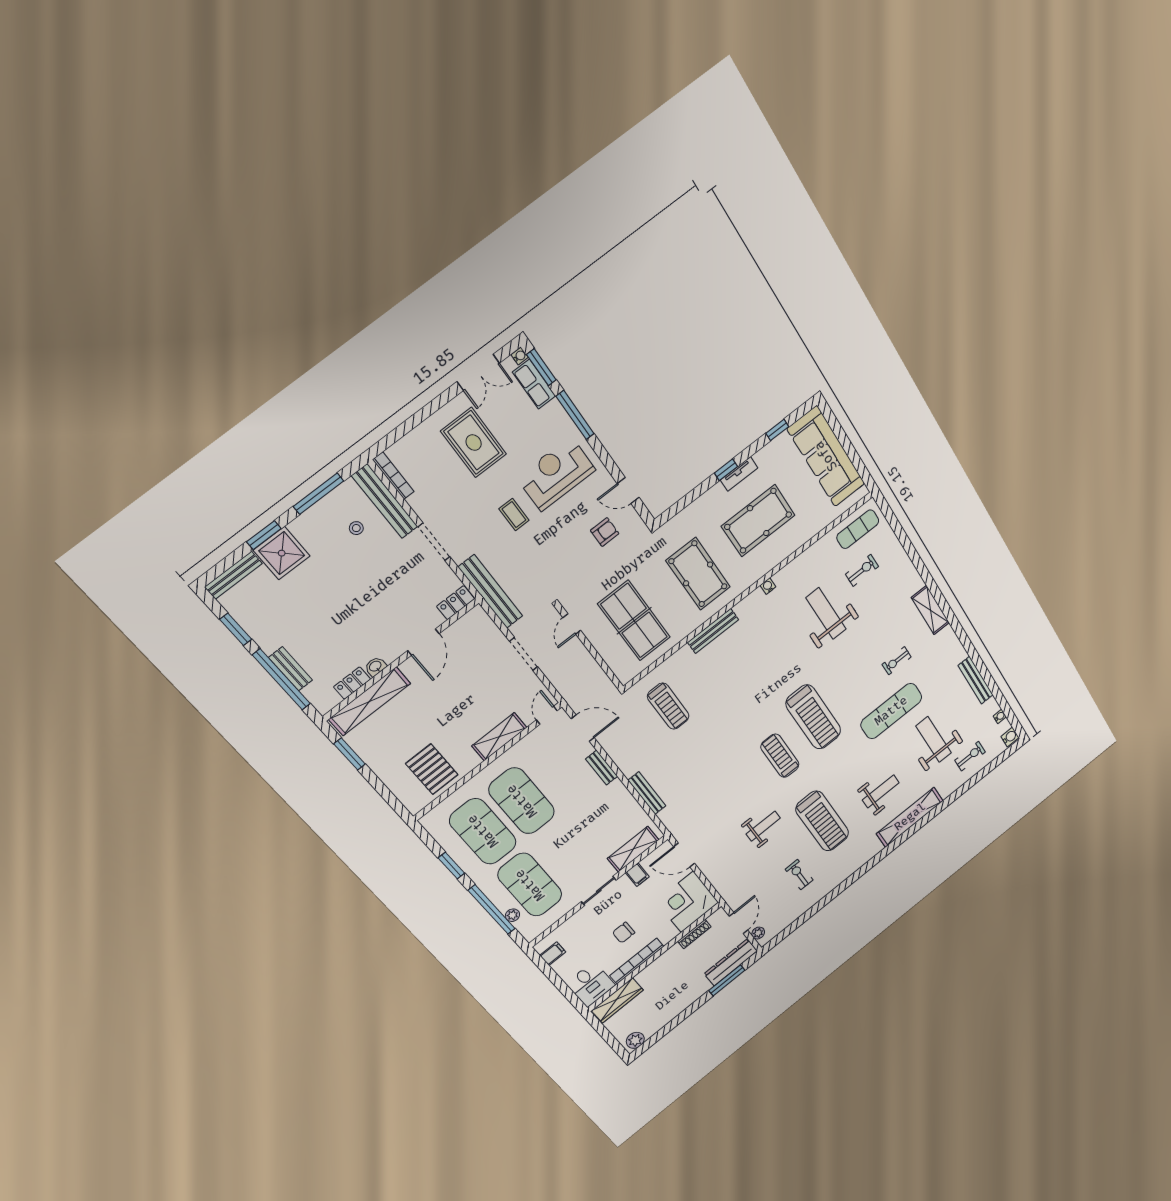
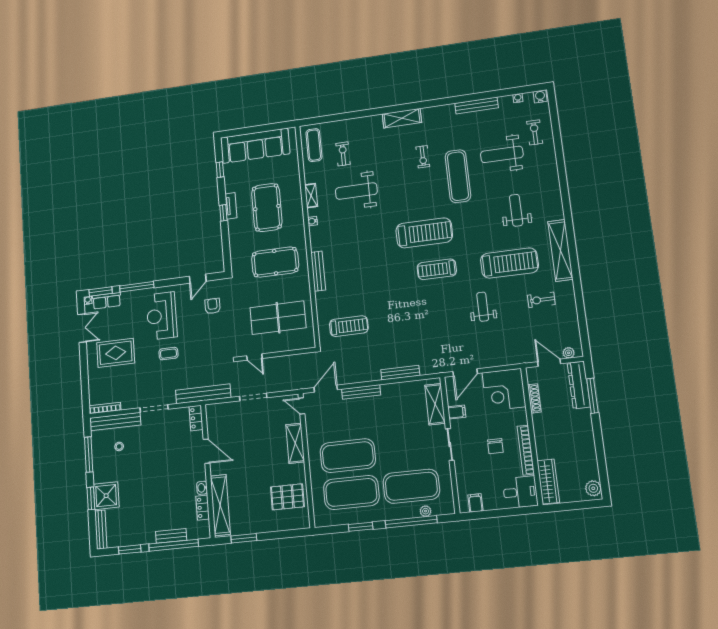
shelving: (797, 565) -> (311, 196), added
bench: (602, 768) -> (361, 392), width x1.36
shelving: (910, 817) -> (560, 250), moved

